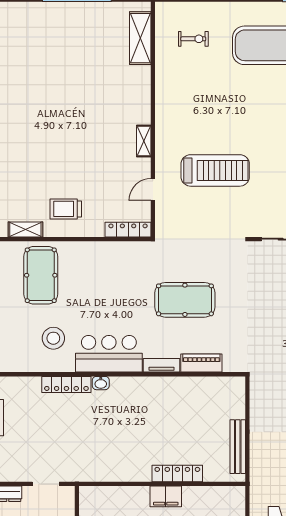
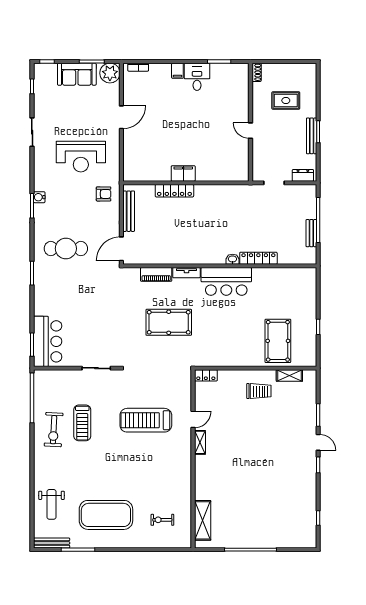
door: (153, 190) -> (193, 419), moved
locker: (128, 230) -> (206, 375), width x0.66
stool: (53, 338) -> (268, 293), removed
door: (247, 397) -> (121, 249), added
armchair: (271, 469) -> (104, 194), added

